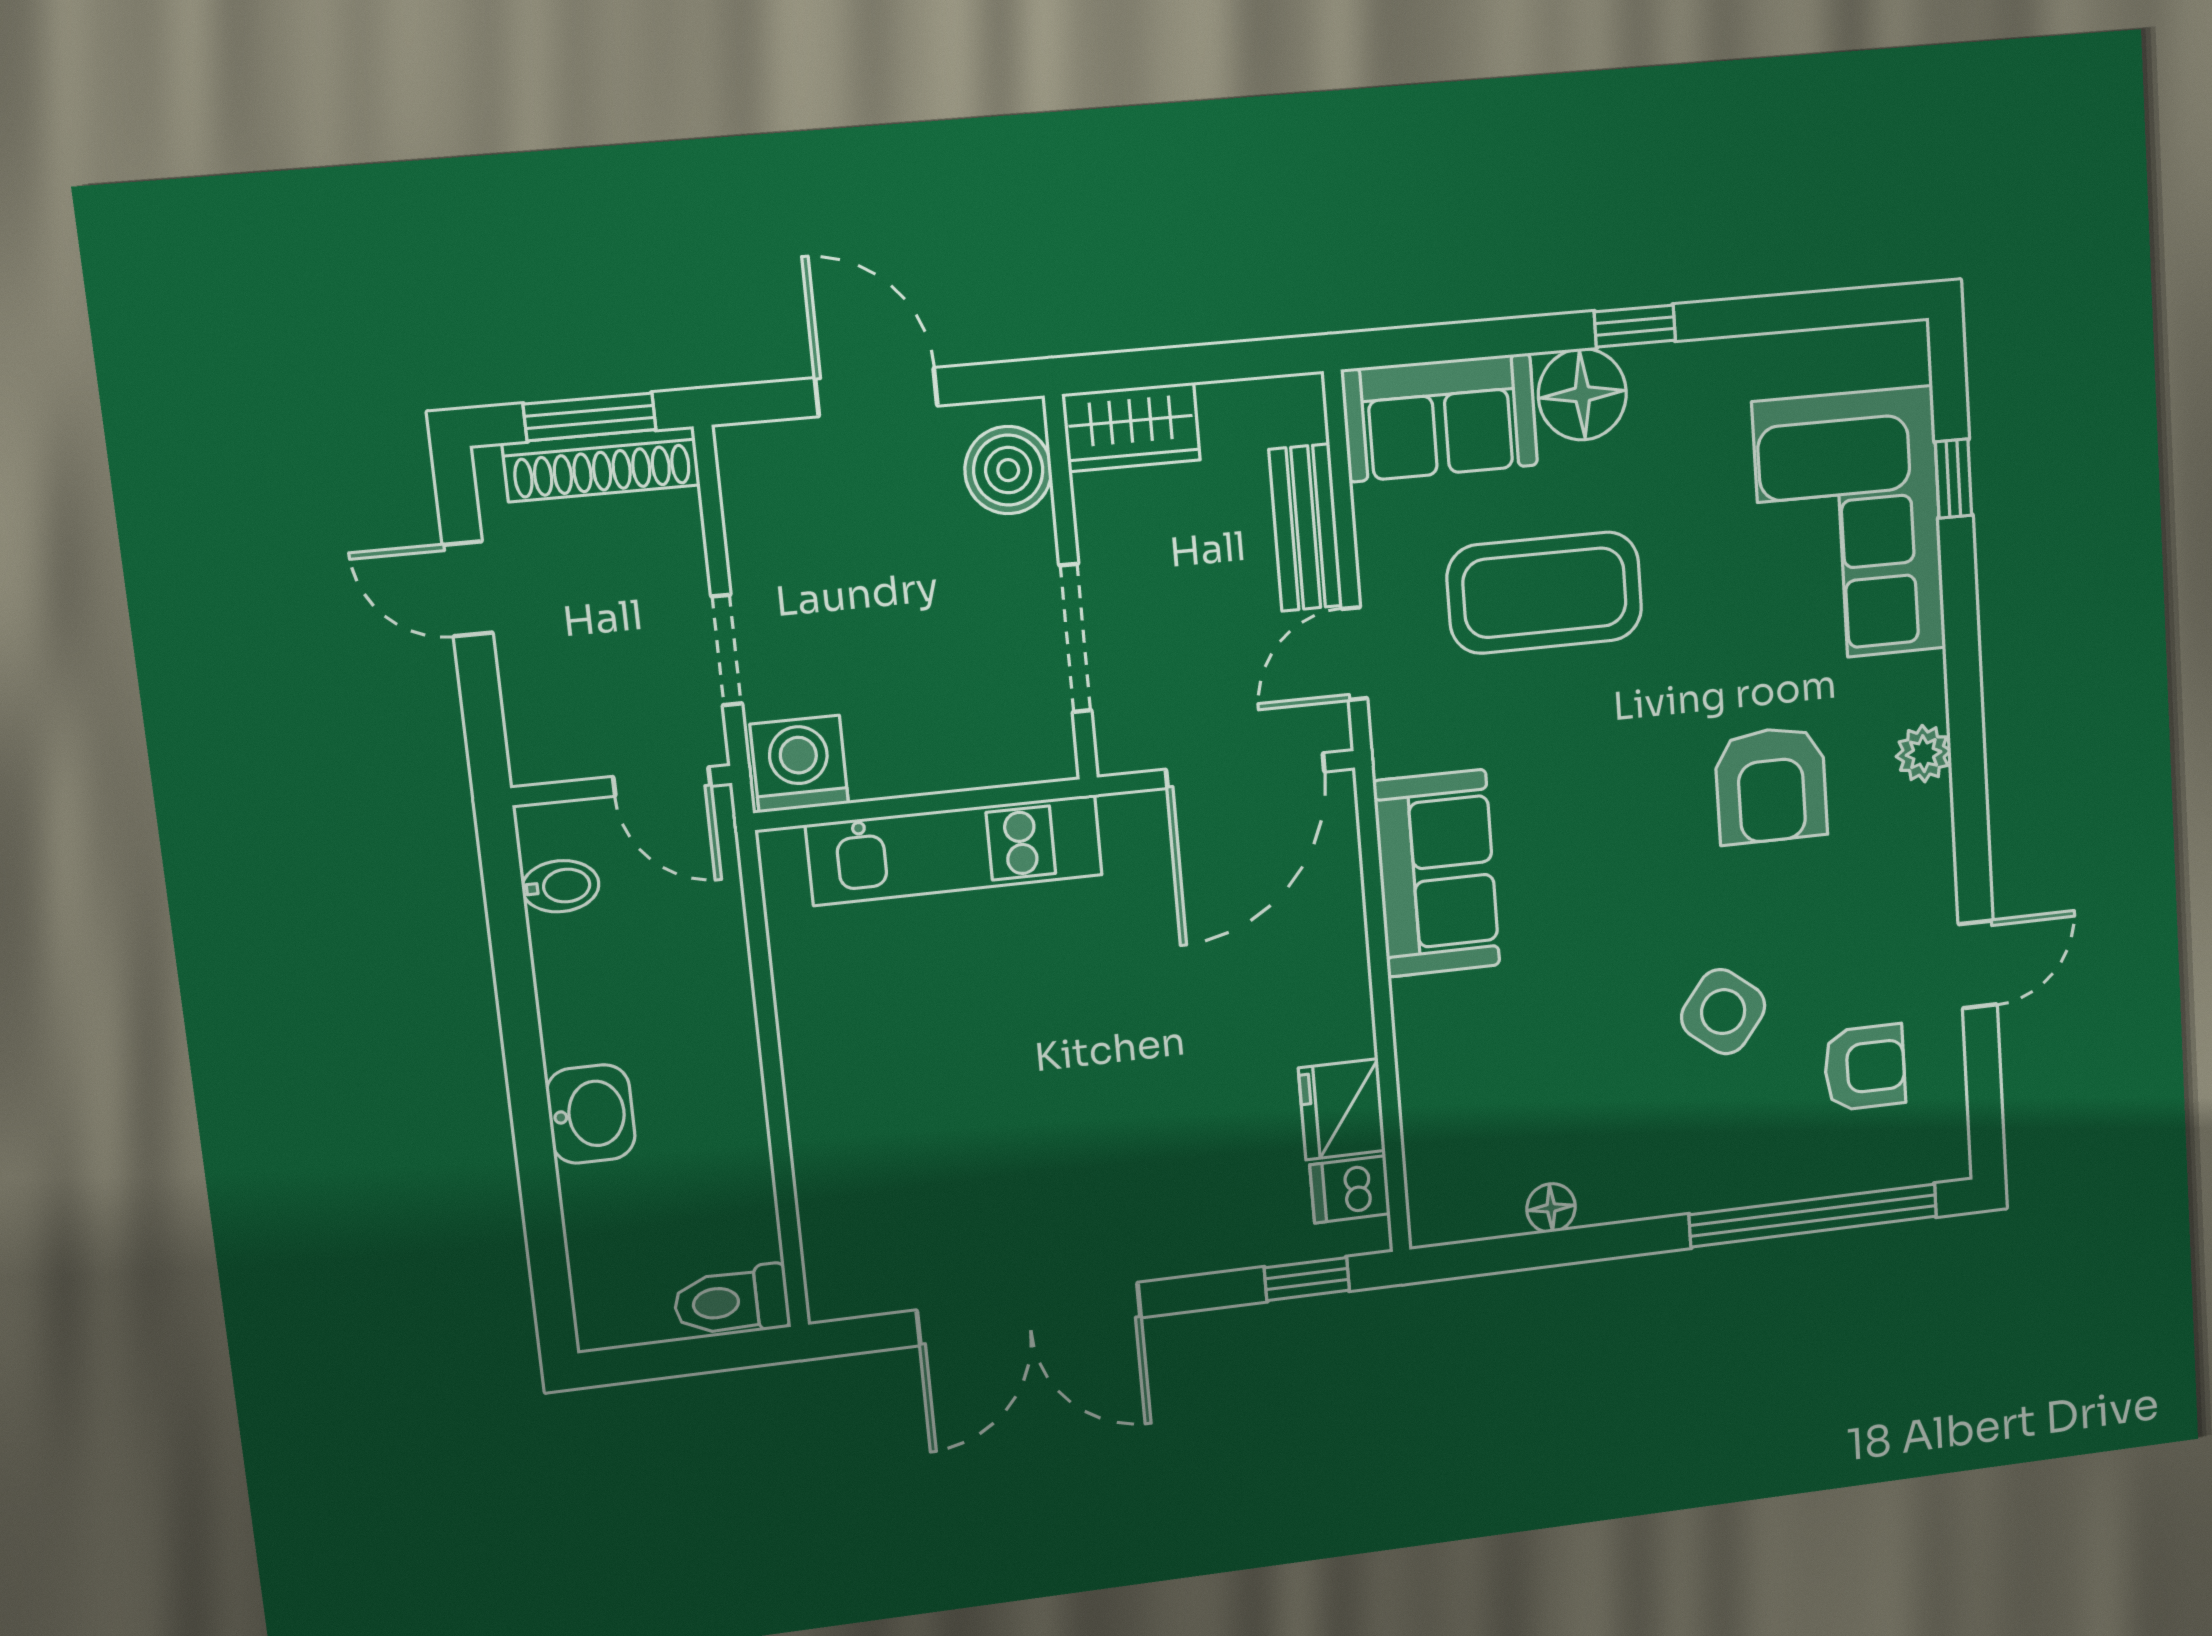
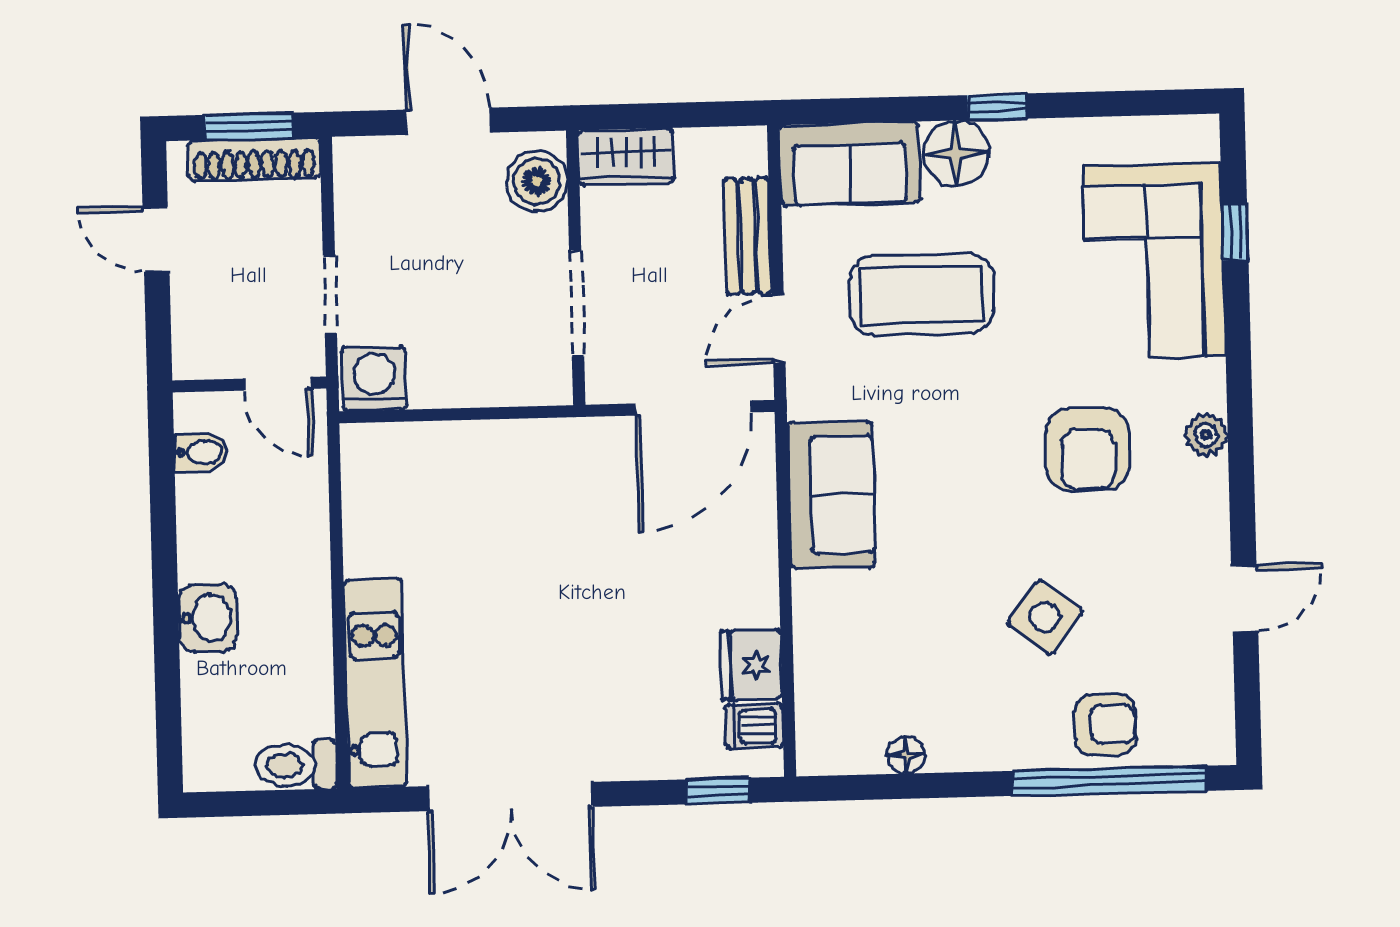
kitchen unit: (955, 850) -> (375, 683), moved, turned -90
armchair: (1865, 1067) -> (1105, 724), moved

